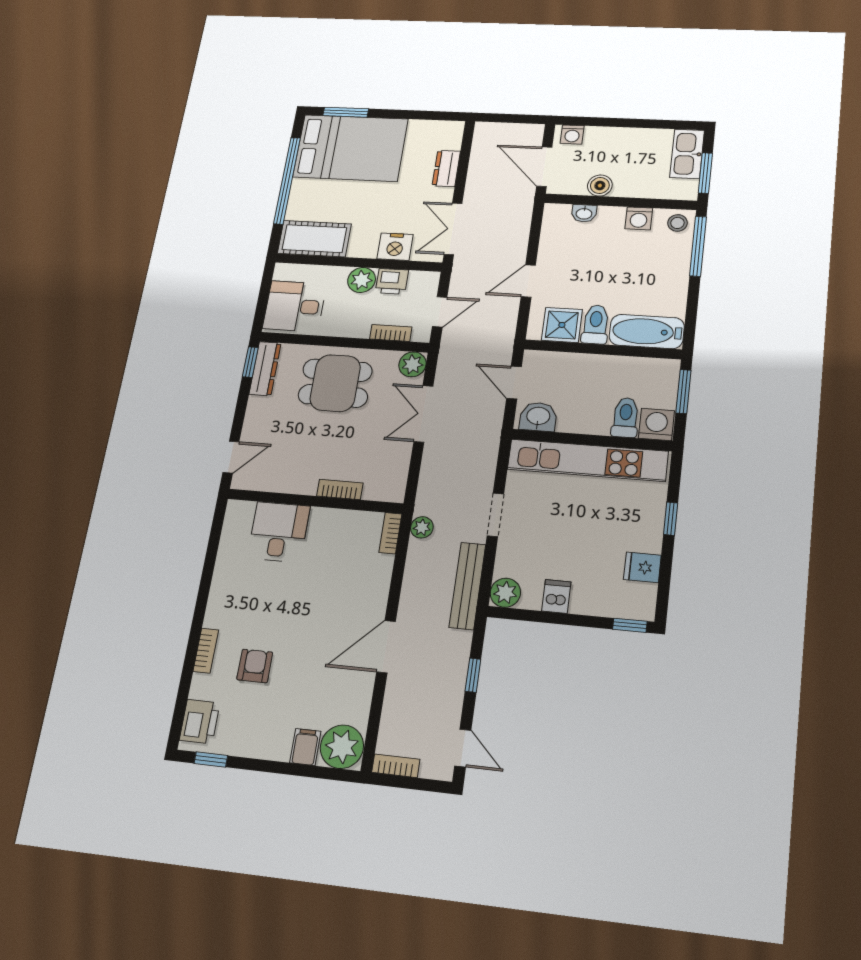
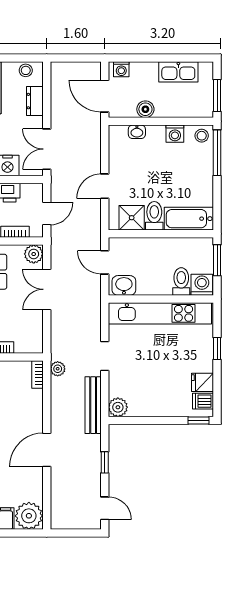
stool: (440, 131) -> (26, 70), added
kitchen sink: (687, 154) -> (178, 72), moved, turned -90
dishwasher: (556, 596) -> (203, 401), moved, turned -90
bookcase: (396, 766) -> (65, 524), removed

